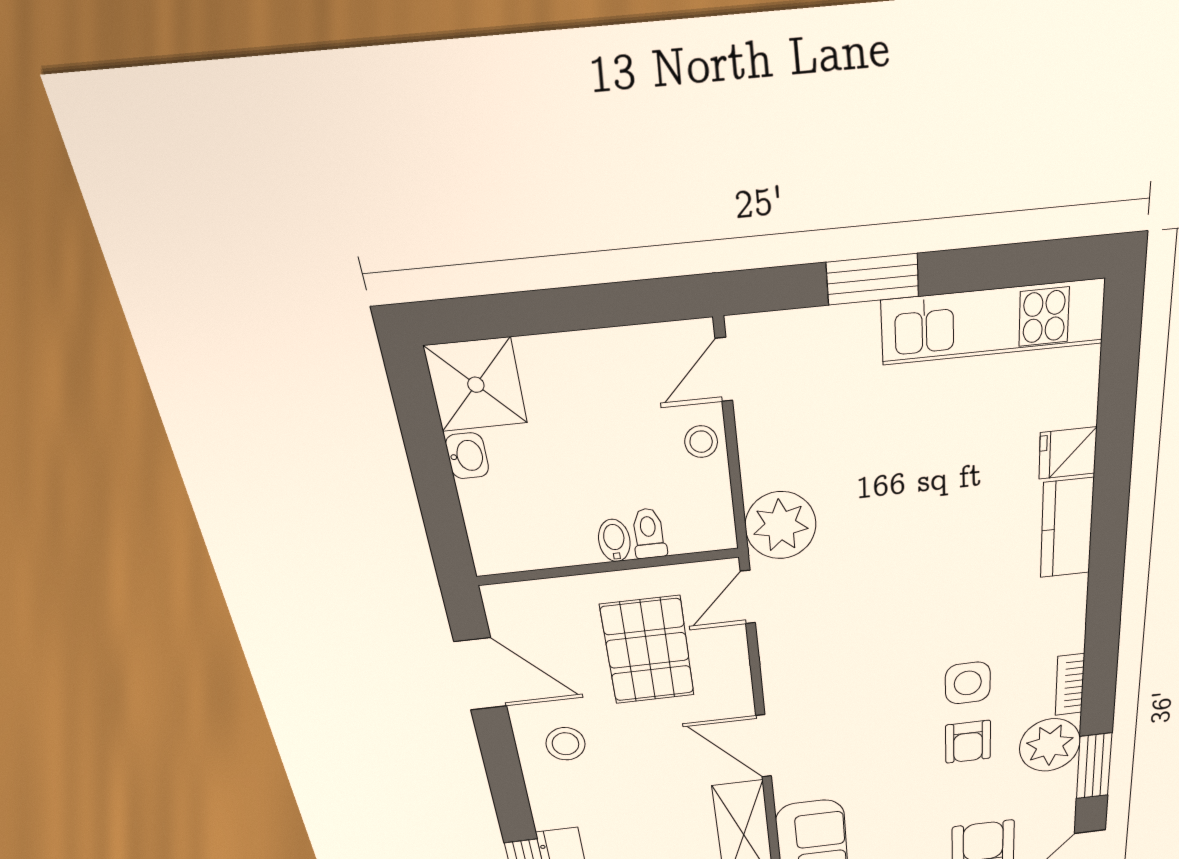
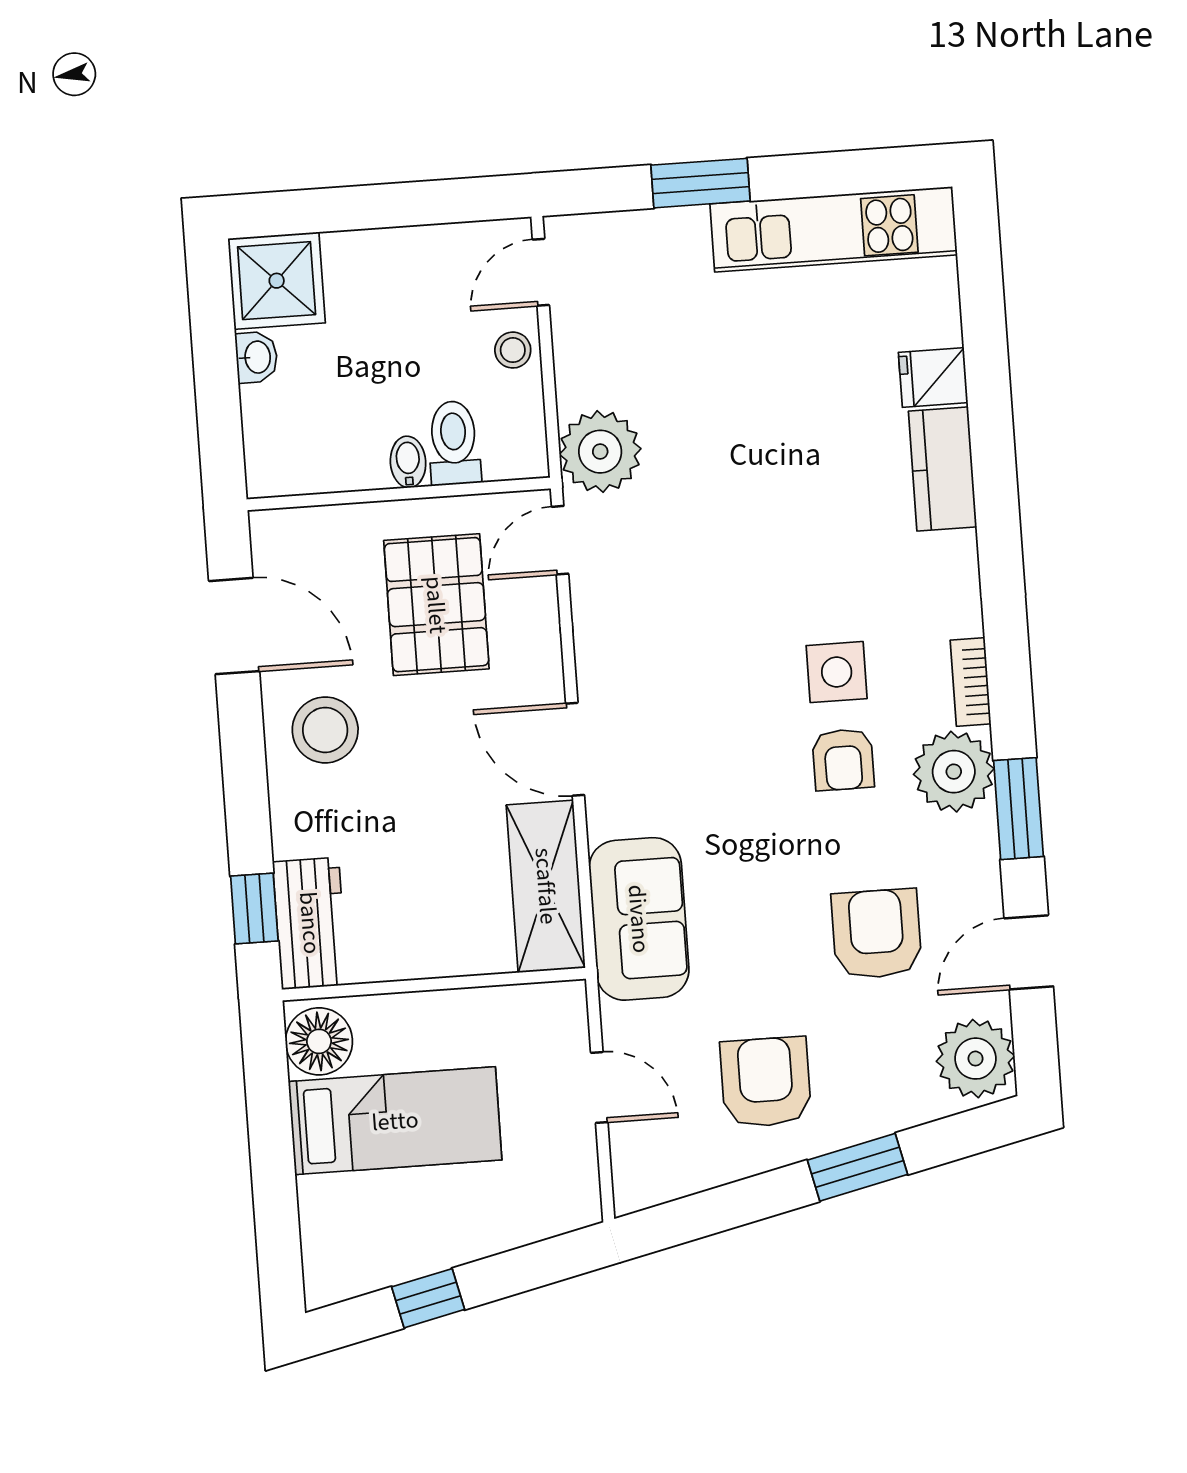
toilet: (649, 533) -> (454, 443), width x1.37, depth x1.39
stool: (566, 744) -> (325, 730), width x1.38, depth x1.38

